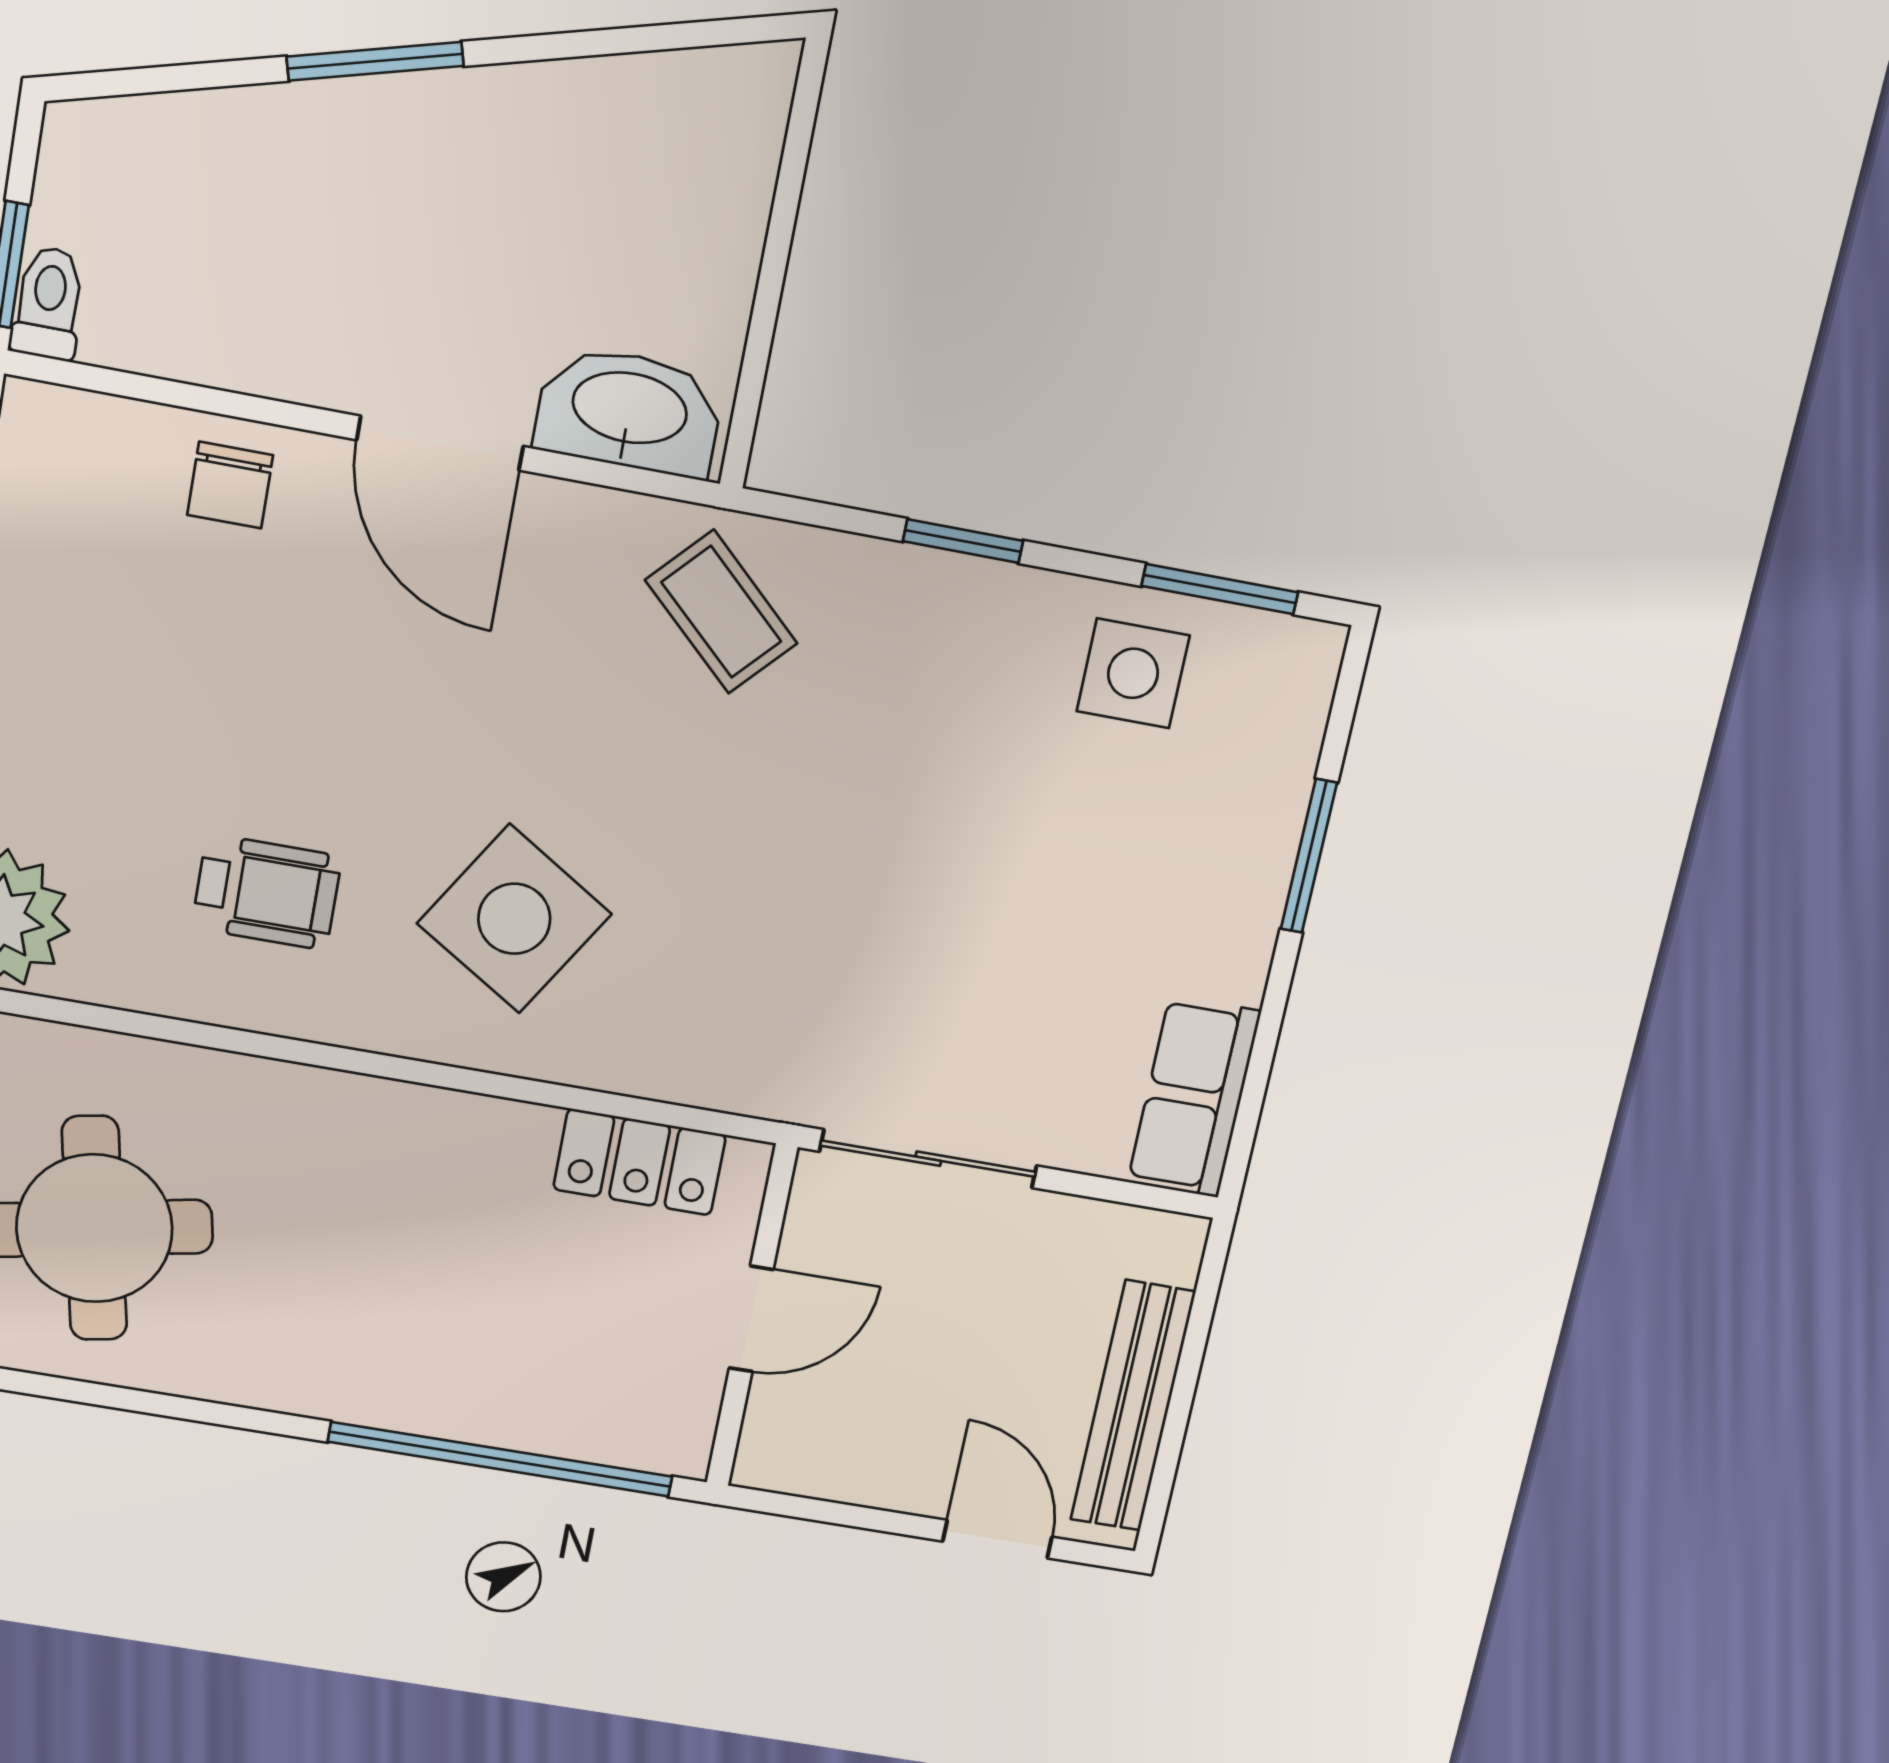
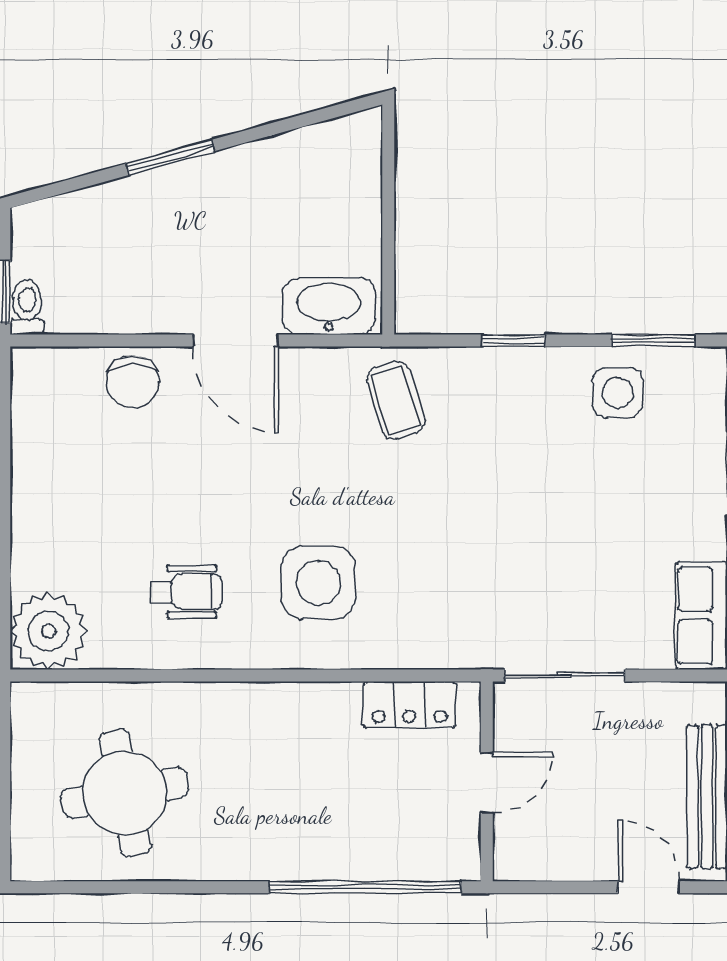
chair: (230, 485) -> (133, 382), width x1.37, depth x1.37
coffee table: (721, 612) -> (396, 400), turned 30
side table: (514, 919) -> (318, 583), turned -32

